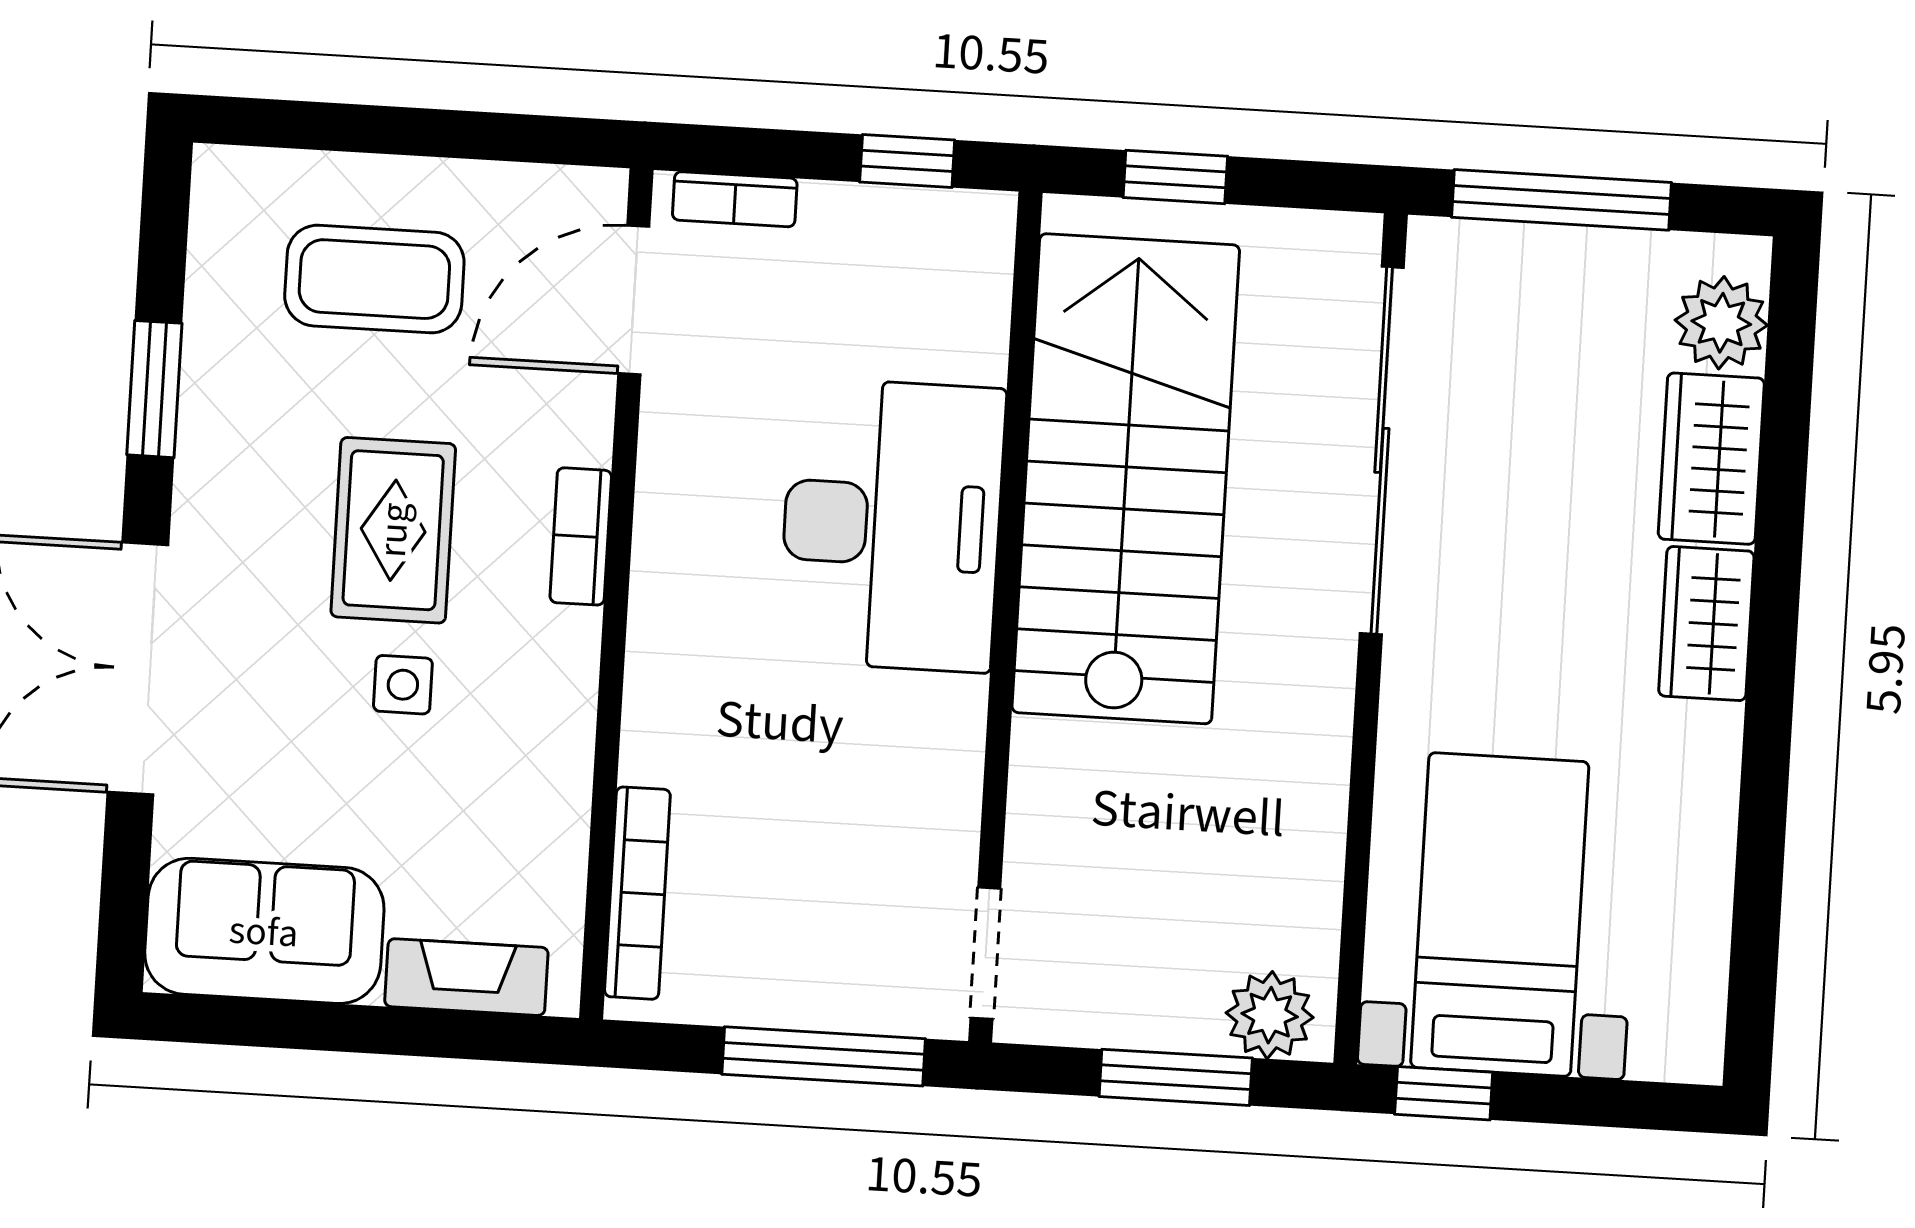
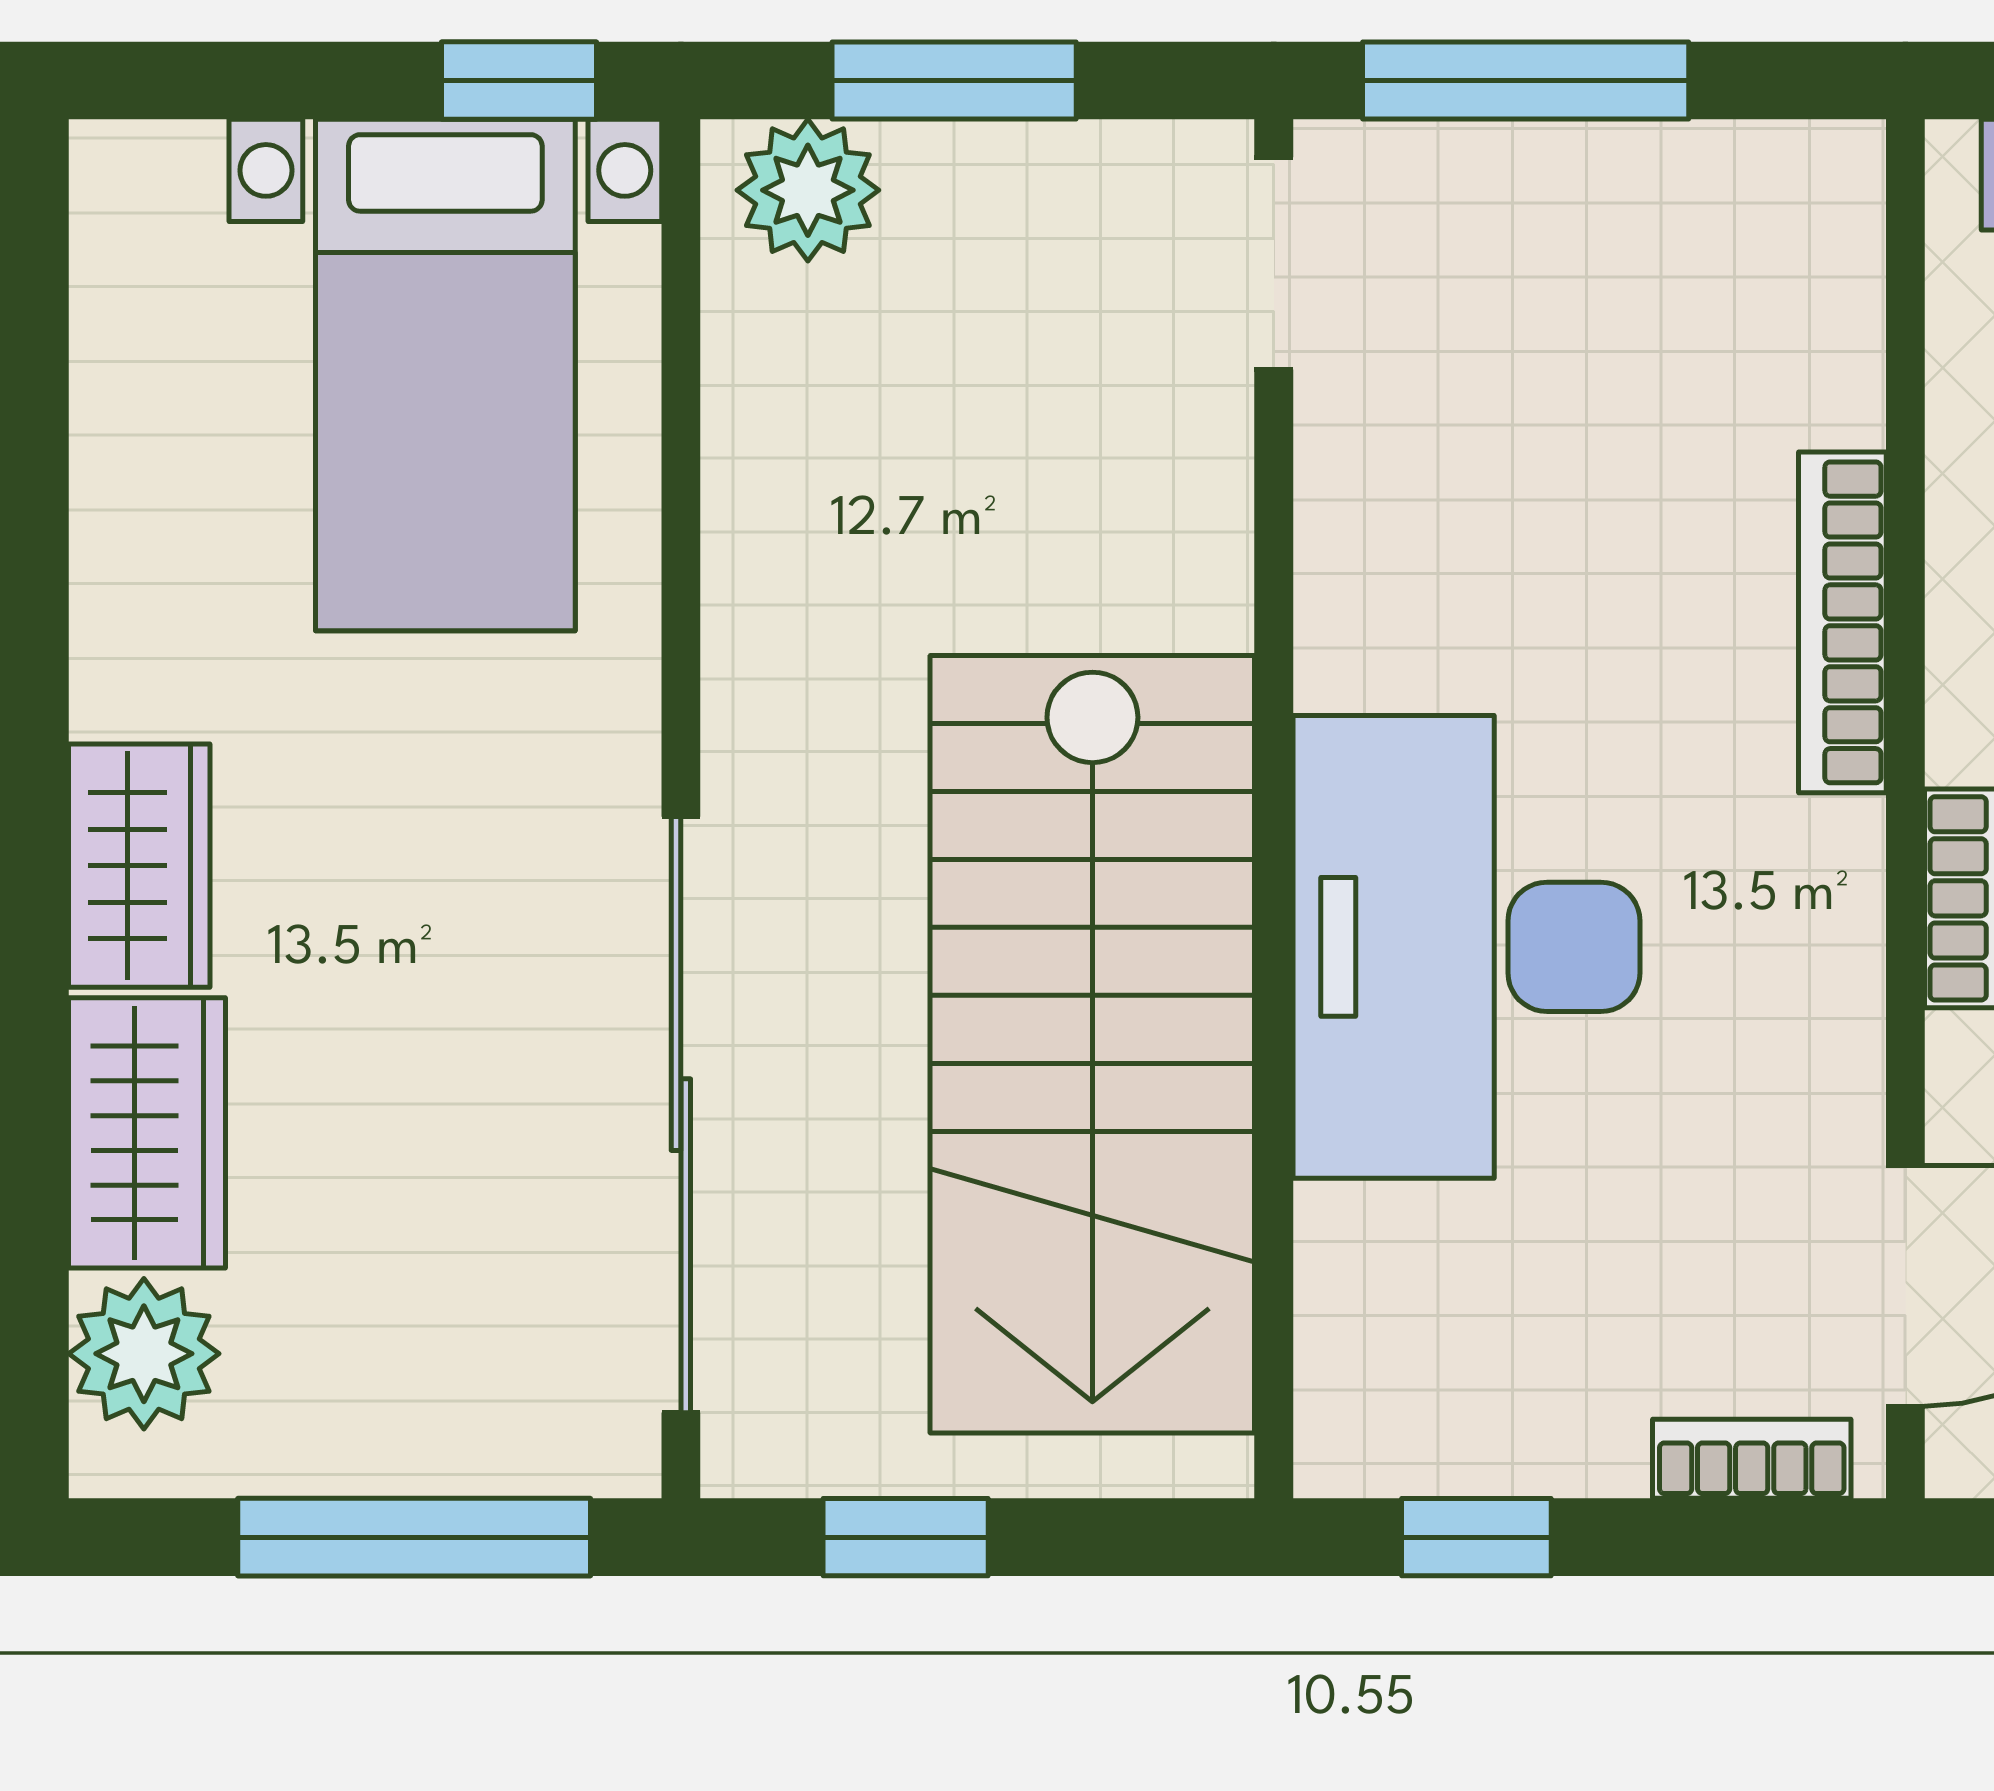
window: (1175, 177) -> (906, 1537), moved
bookcase: (637, 893) -> (1842, 622), moved

